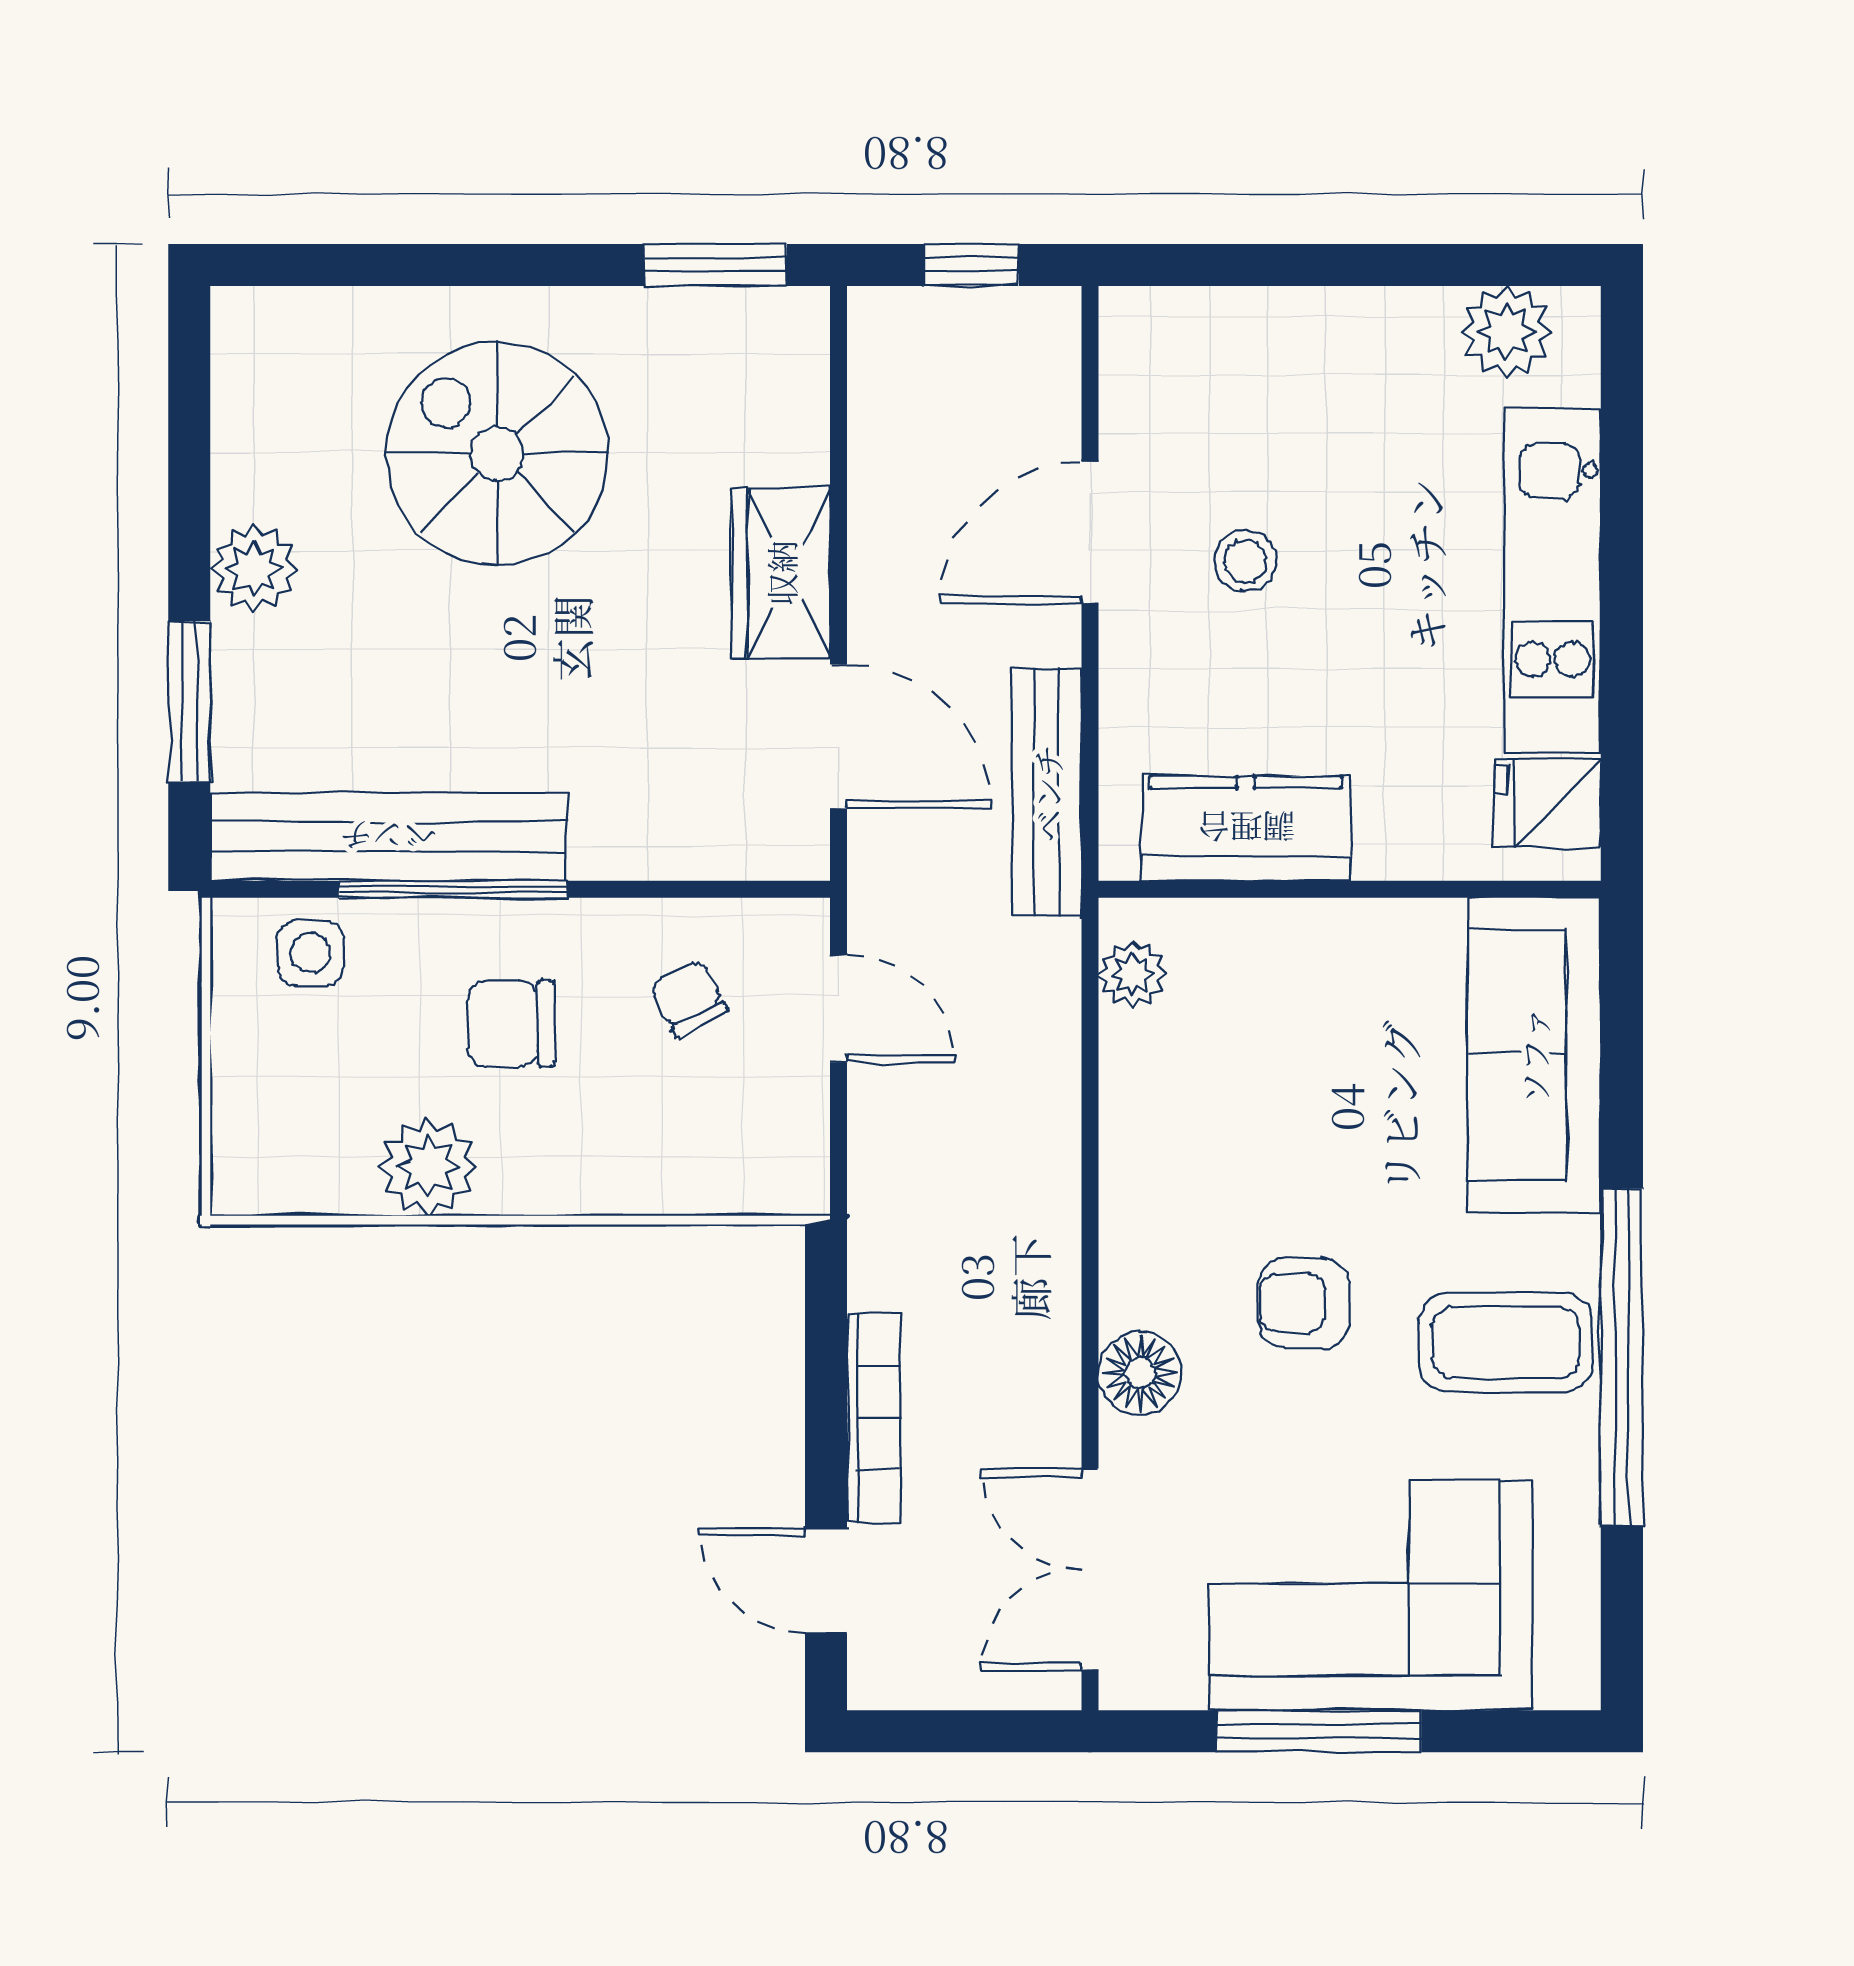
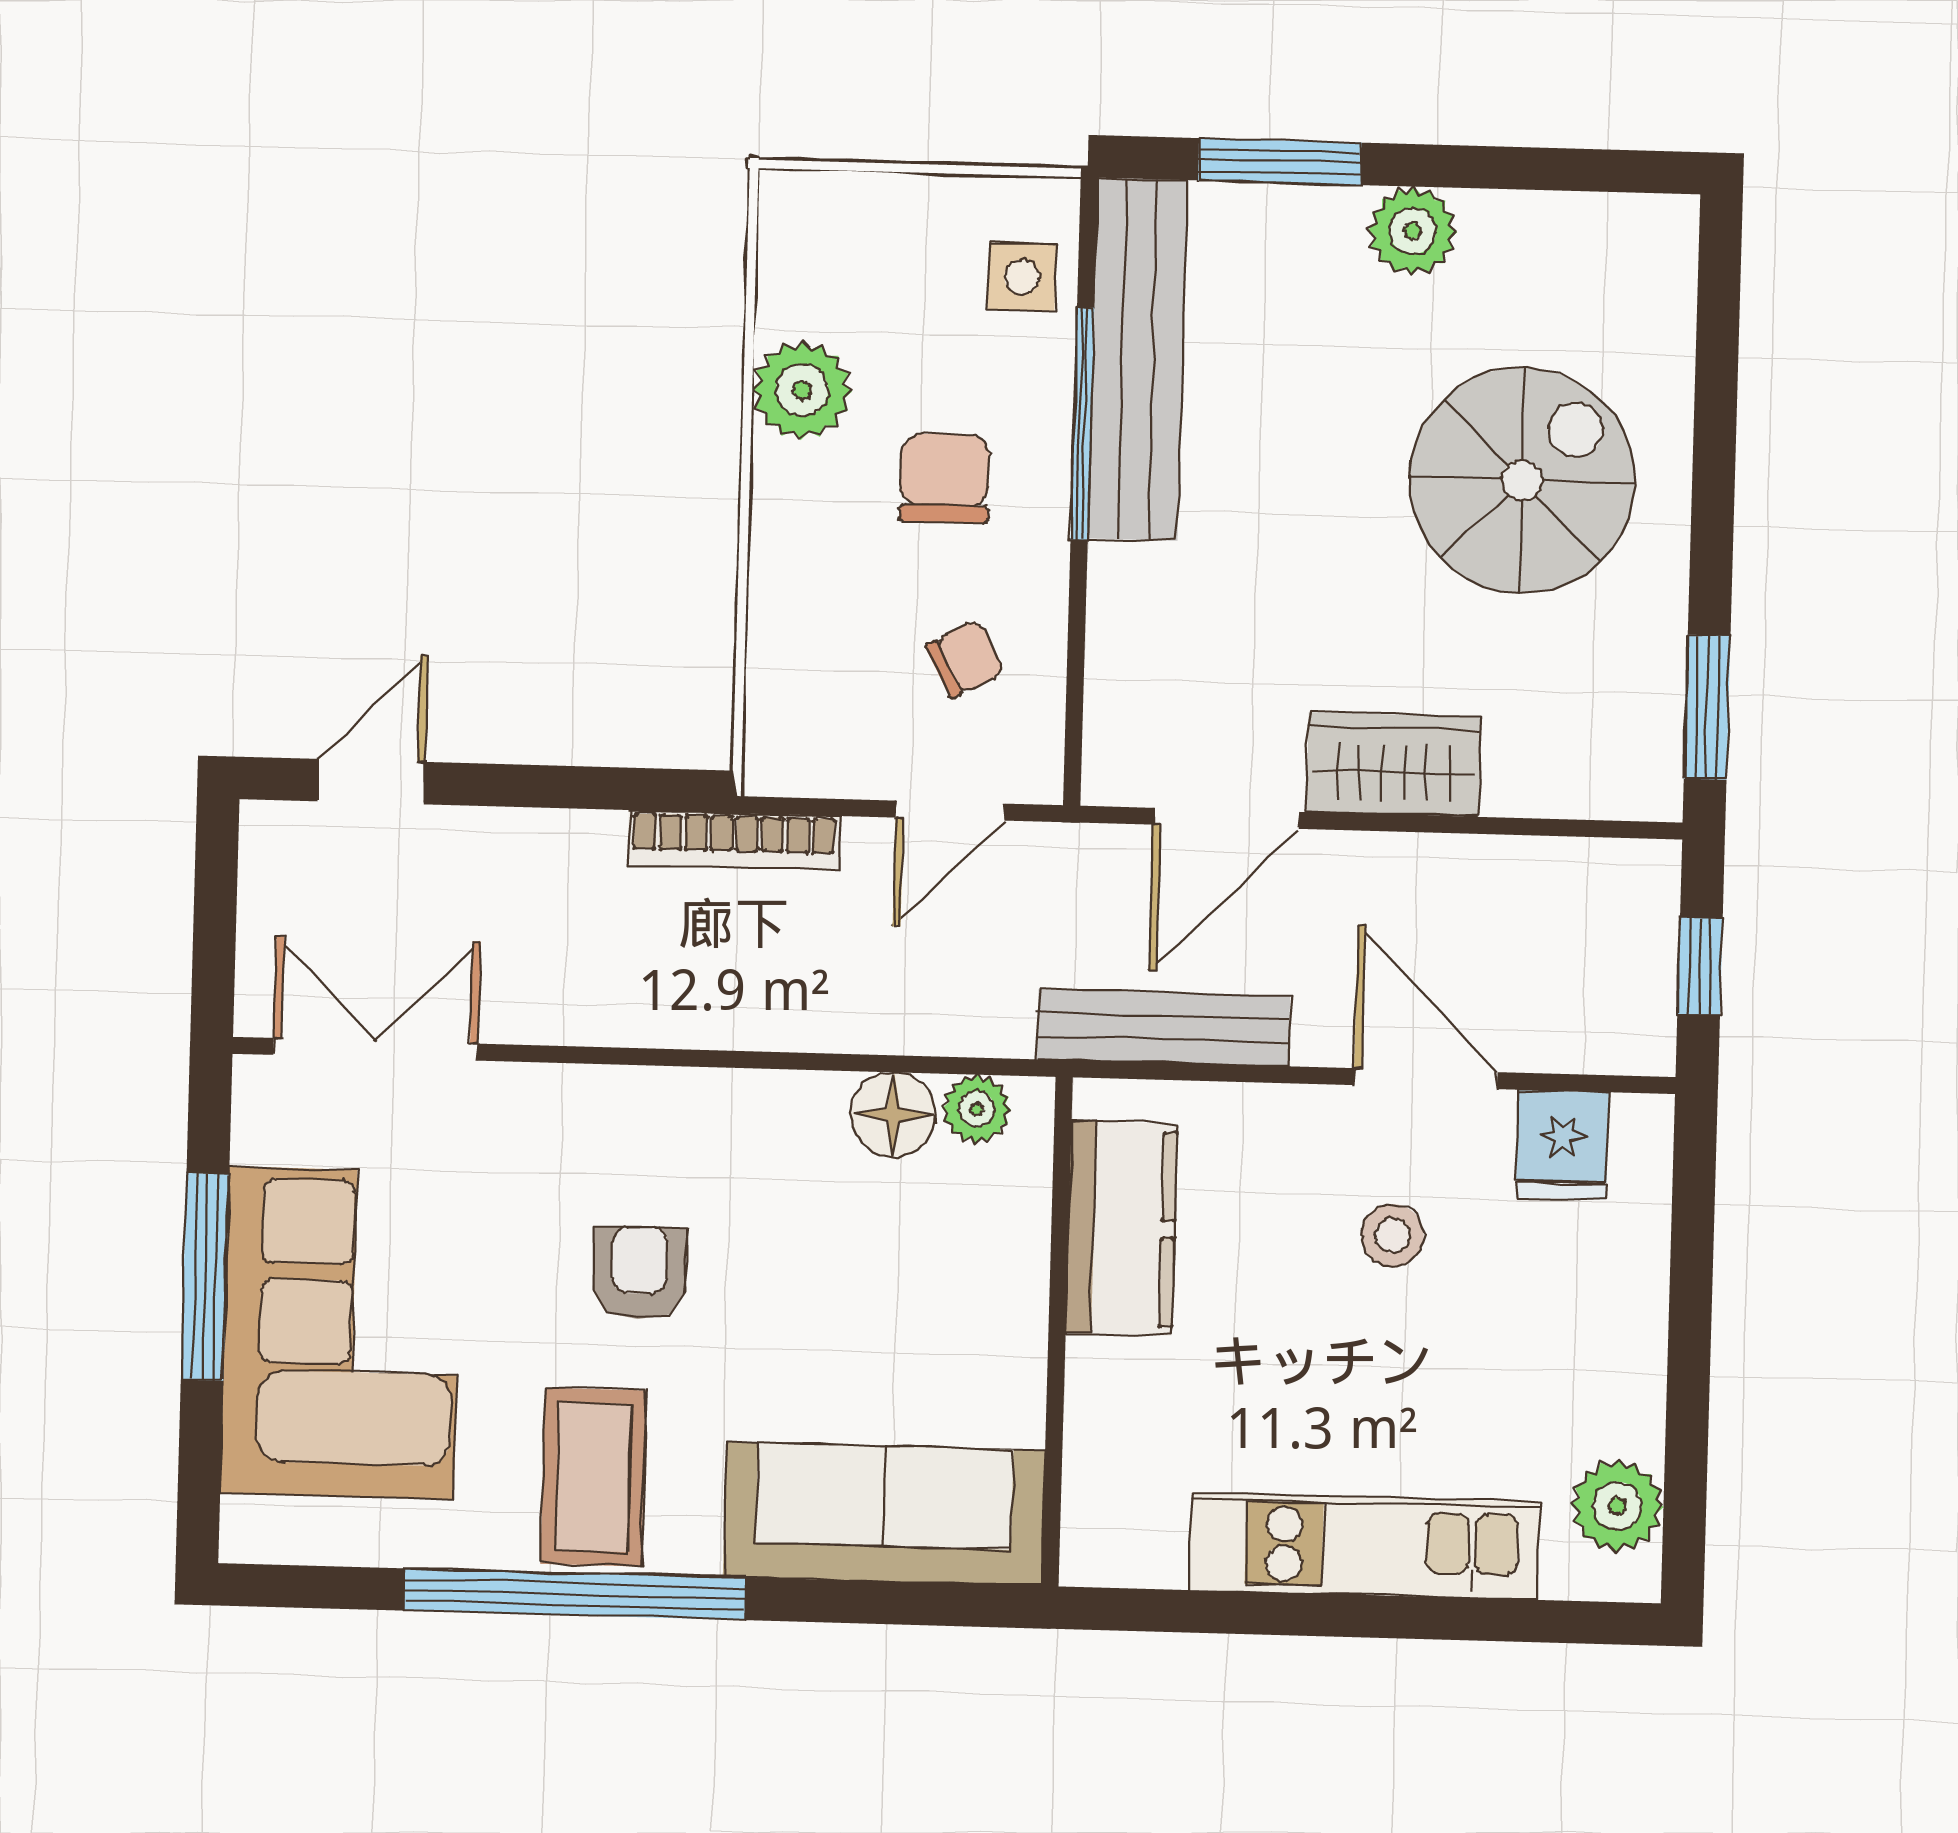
fridge: (1548, 803) -> (1562, 1145), moved, turned 180
floor lamp: (1140, 1373) -> (893, 1114), moved
bookcase: (874, 1418) -> (734, 840), moved

